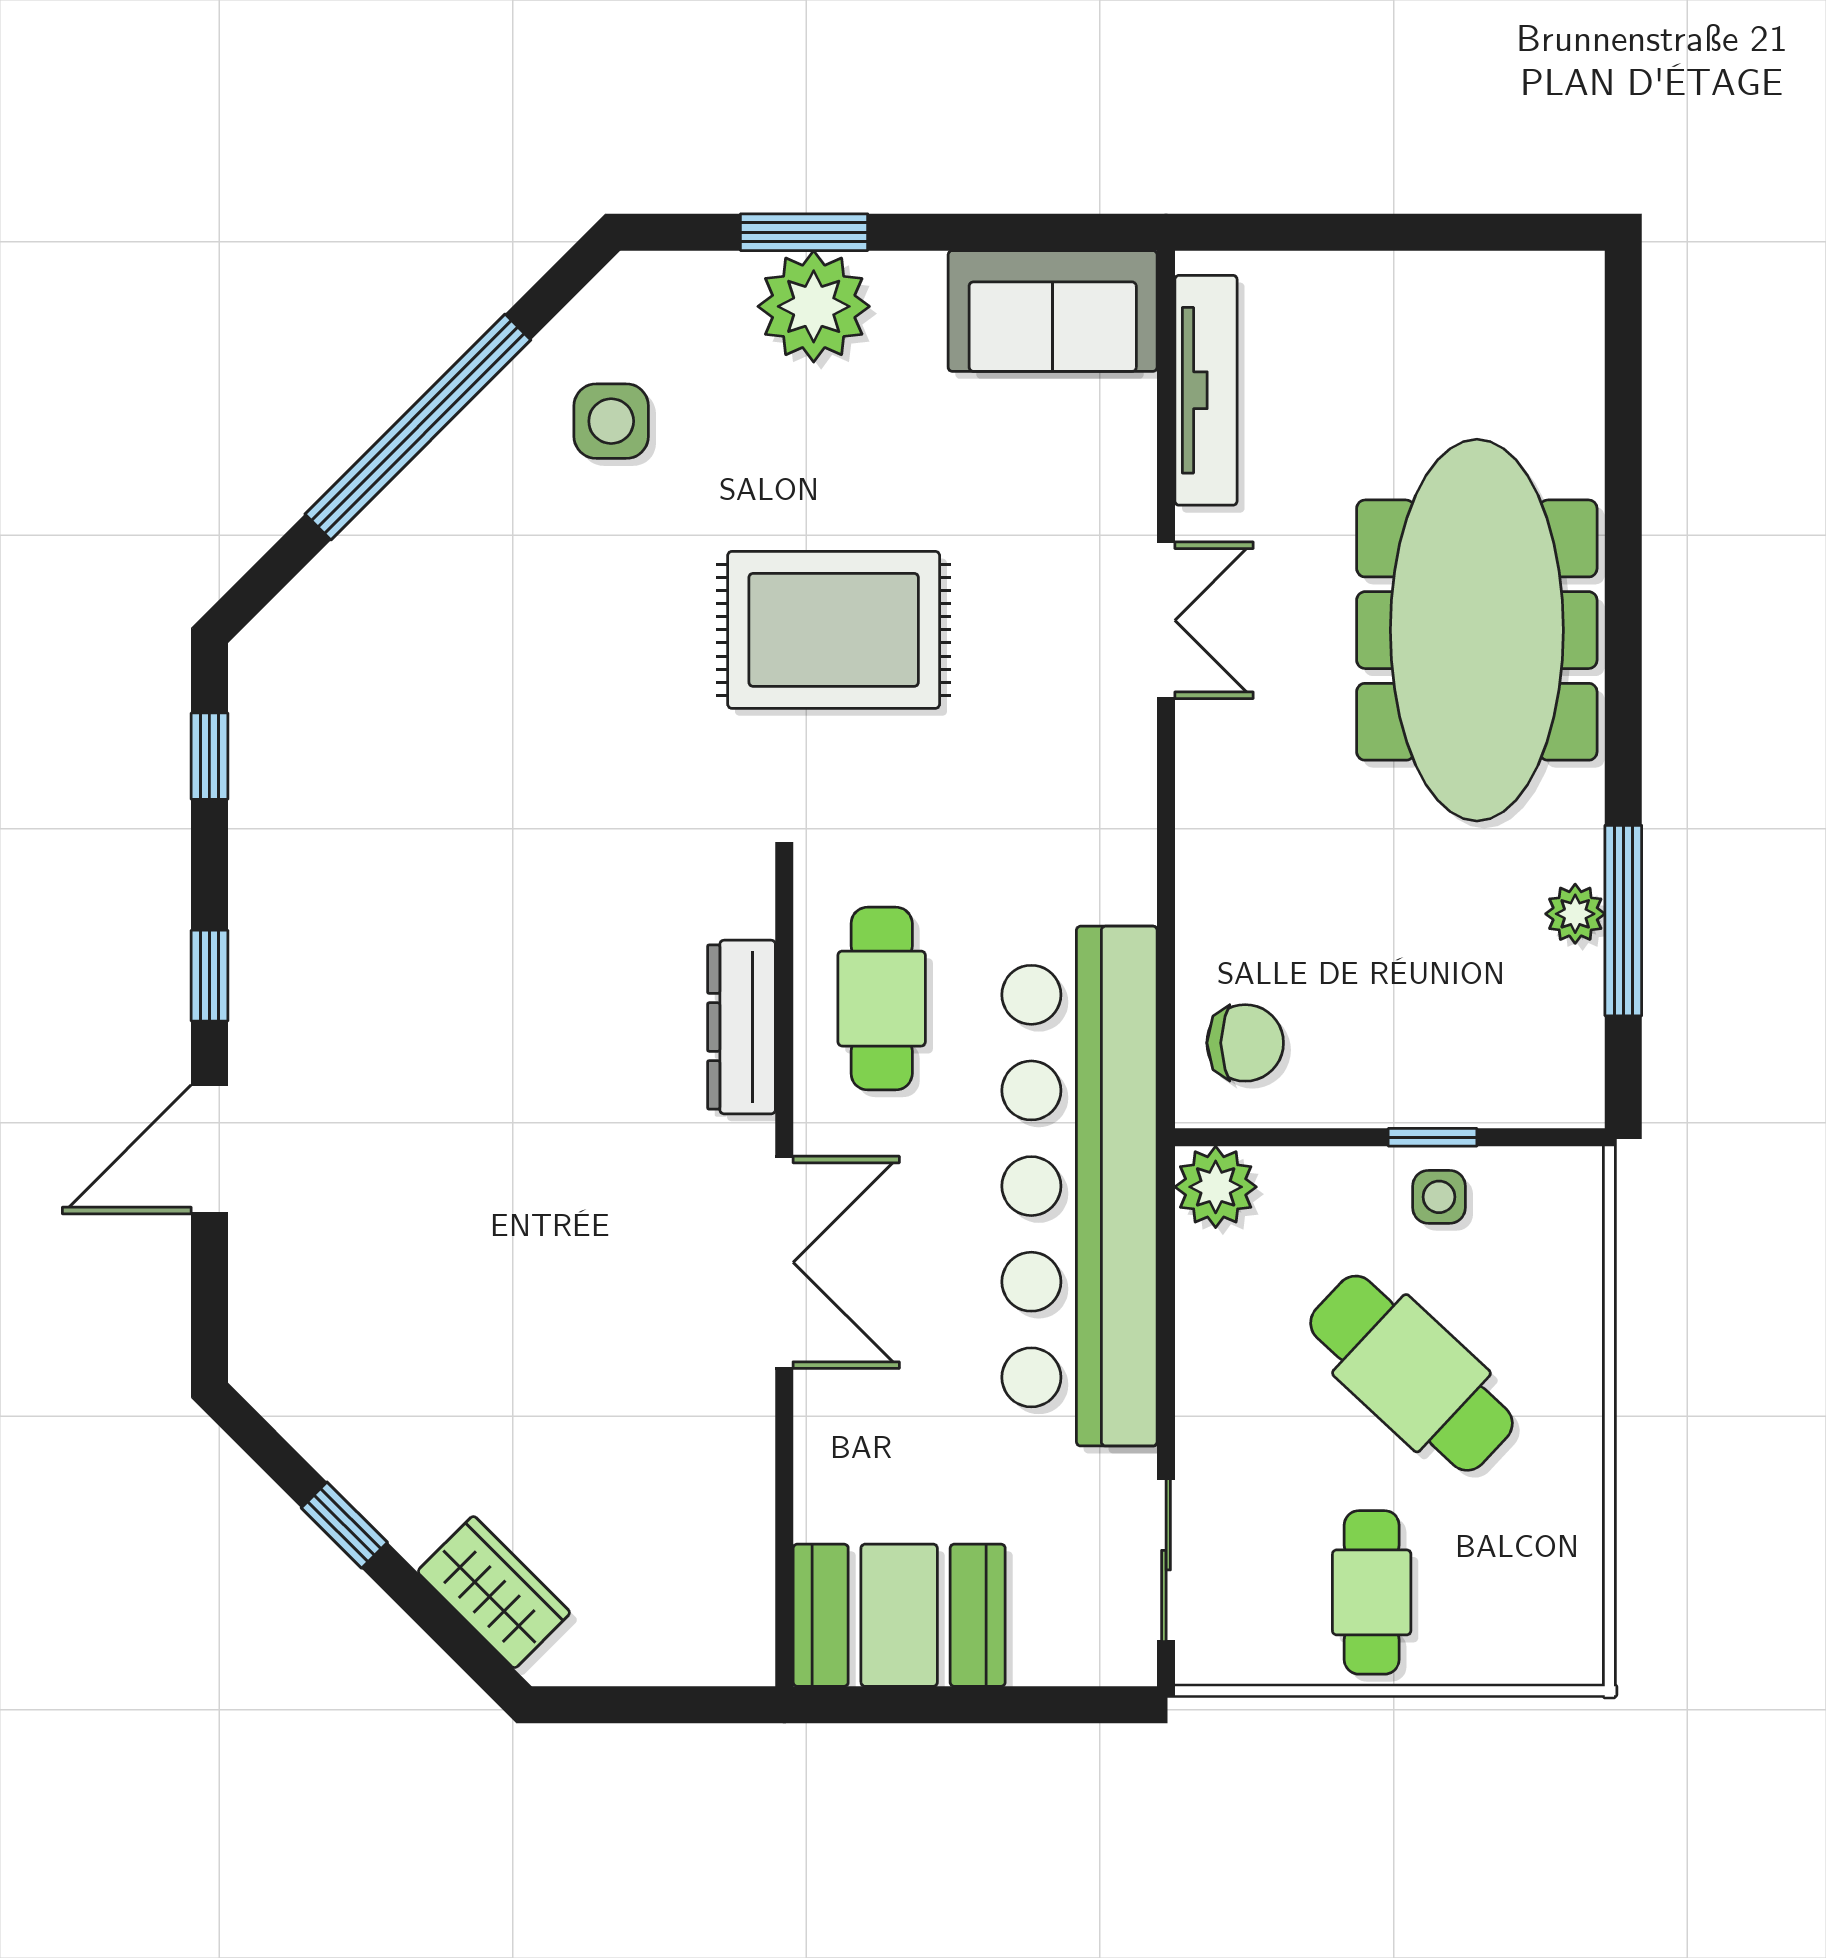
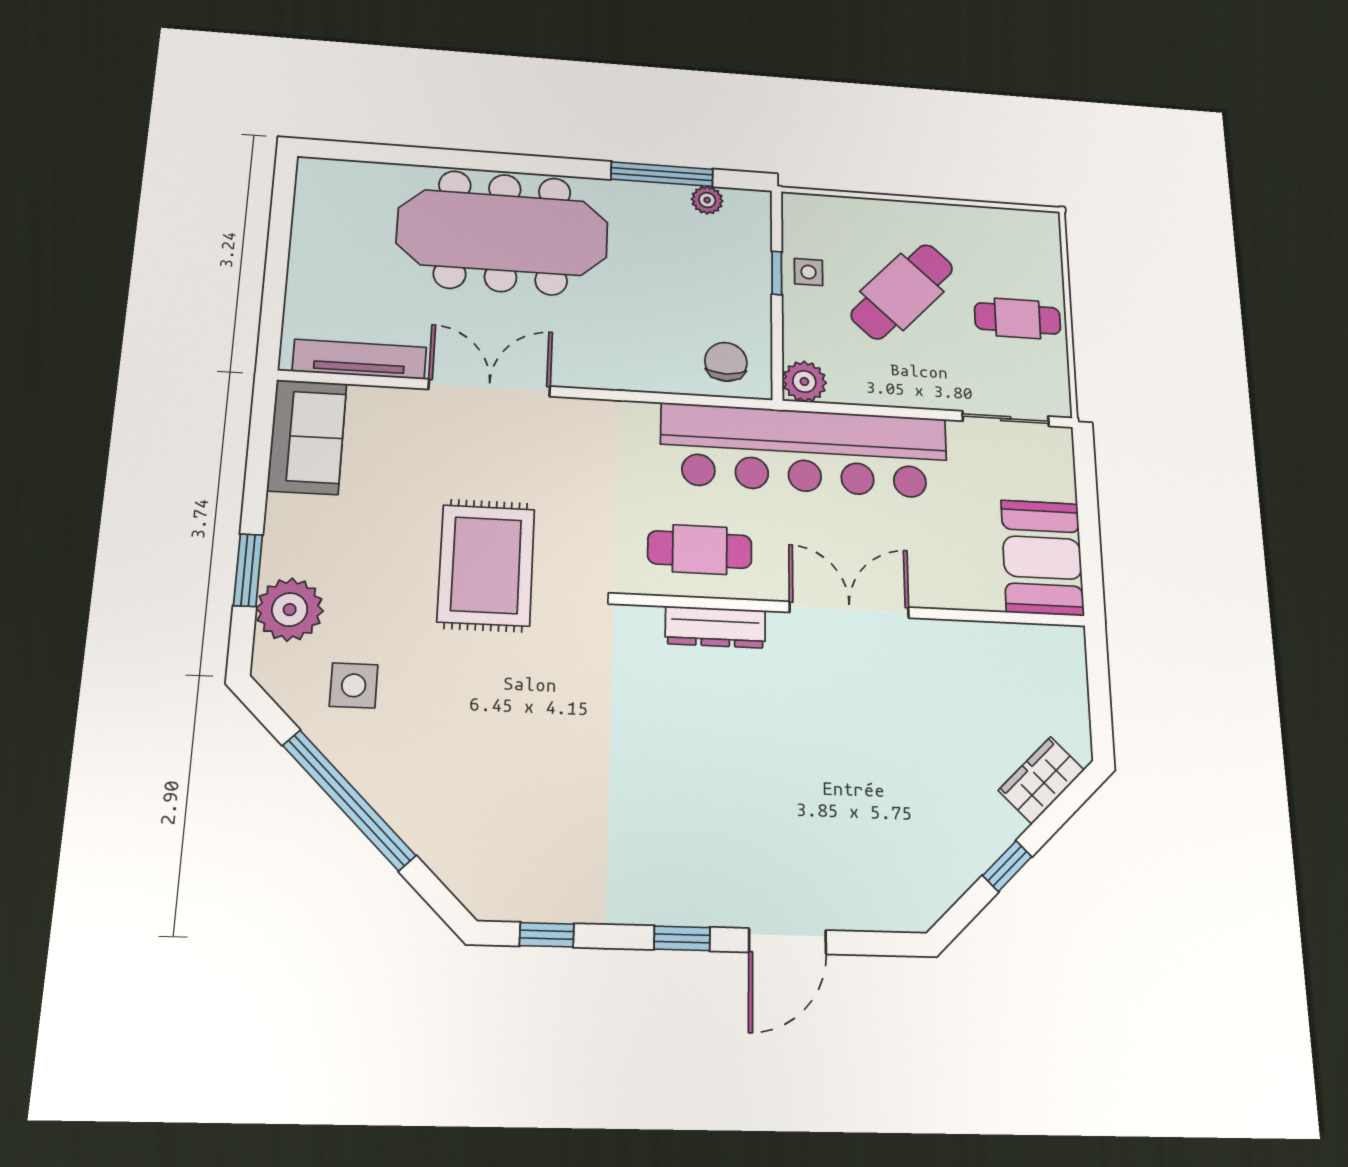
plant: (814, 306) -> (290, 610), moved
double door: (1166, 620) -> (489, 388), width x1.37
plant: (1575, 914) -> (707, 200), moved
door: (209, 1149) -> (787, 941), hinge flipped

